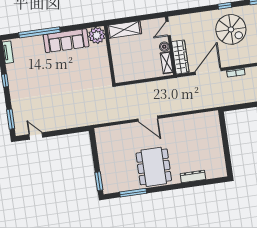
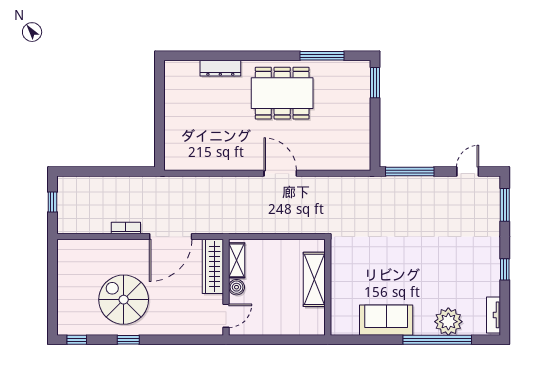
shelving: (124, 30) -> (314, 279), moved, turned 90
plant: (97, 35) -> (448, 322), moved
sofa: (66, 41) -> (386, 320), width x0.73
window: (71, 131) -> (410, 172), added
door: (36, 136) -> (468, 172), swing flipped
dining table: (154, 167) -> (282, 93), turned 90

